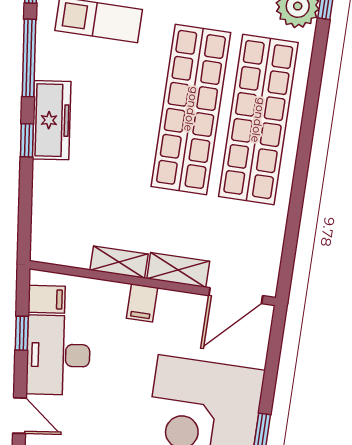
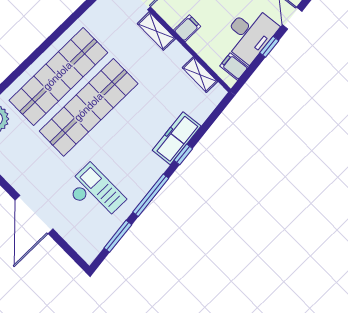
freezer: (52, 120) -> (177, 138), moved
shelving: (119, 262) -> (200, 75), moved
window: (22, 333) -> (269, 47), moved

